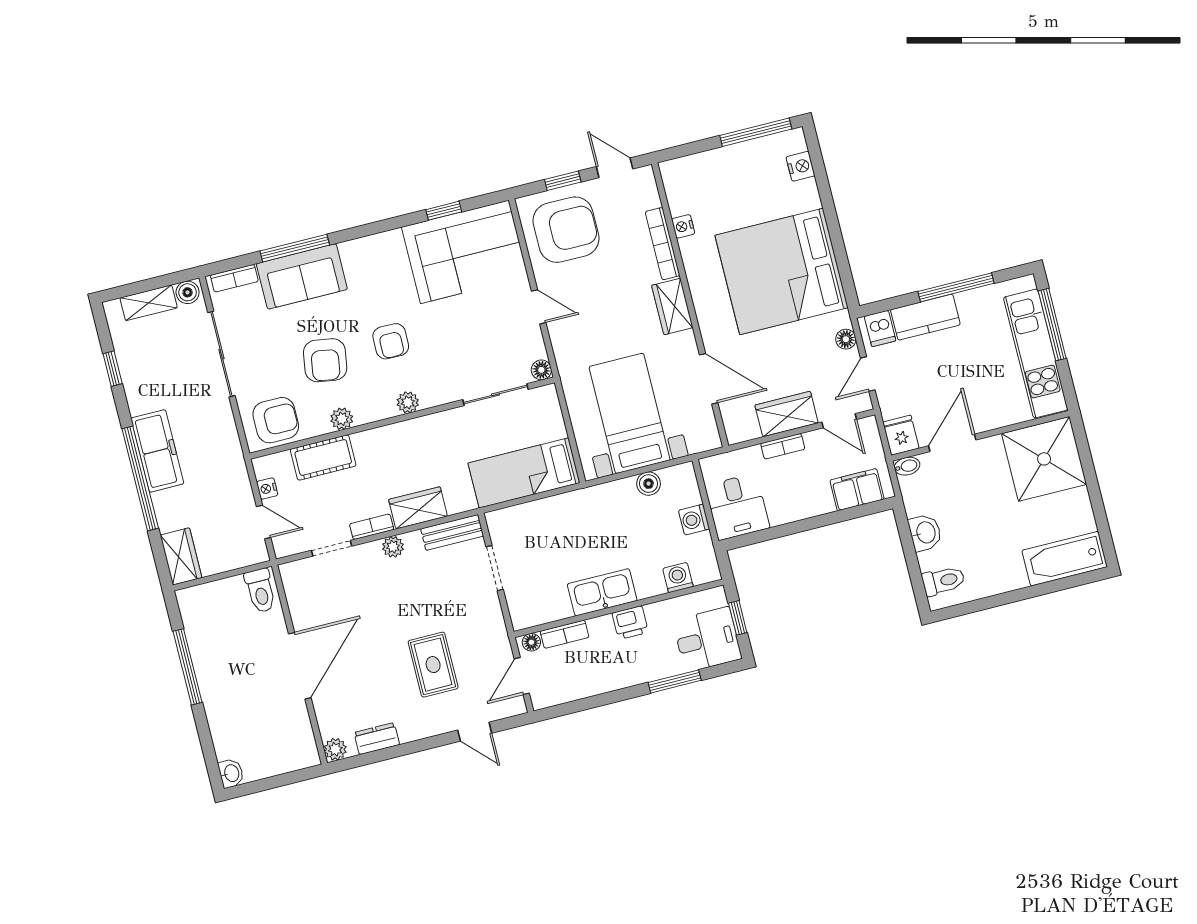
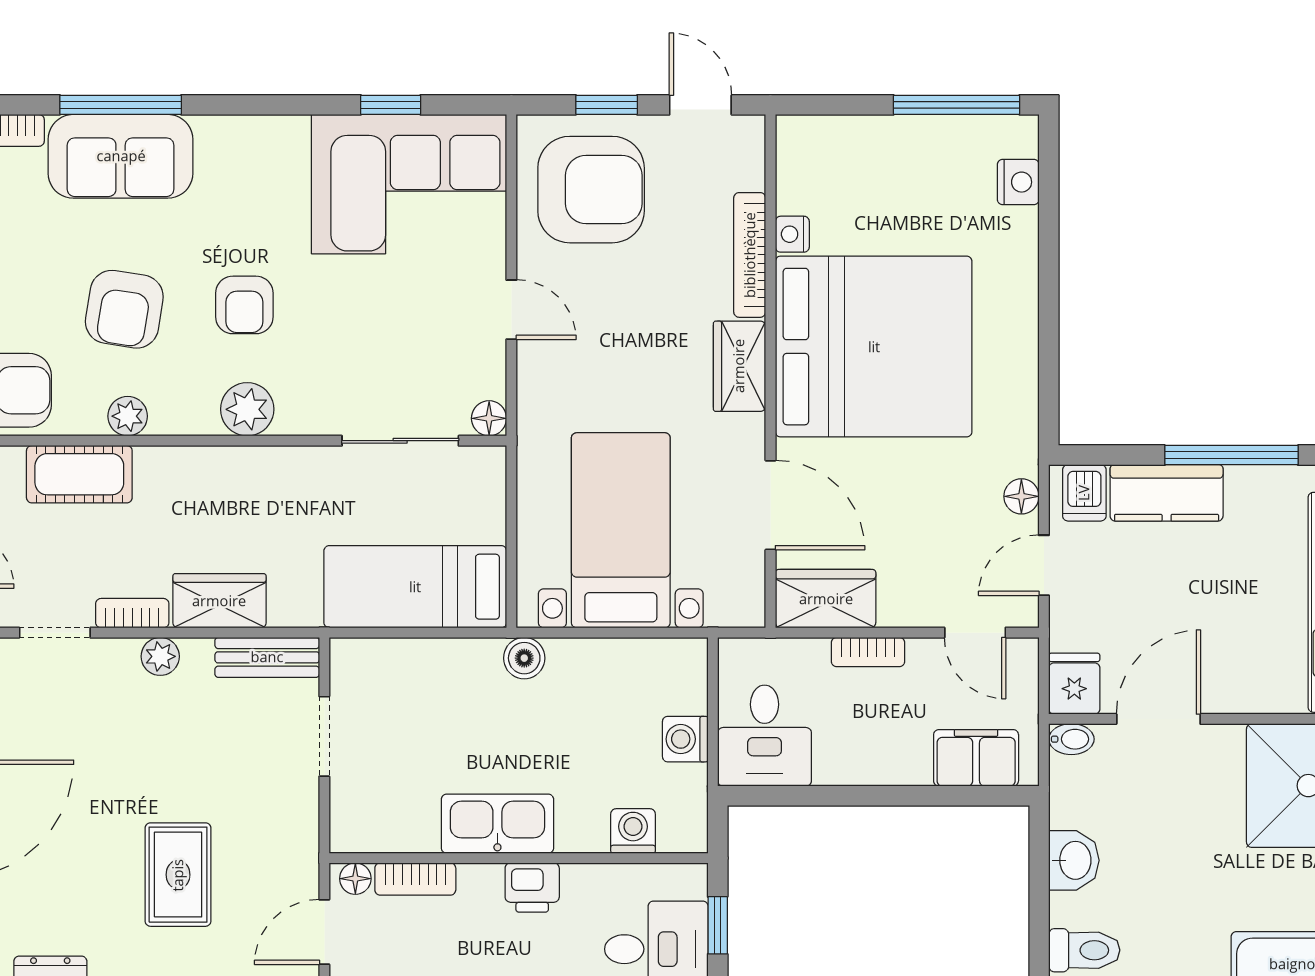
bed: (782, 271) -> (874, 347), moved, turned 180
plant: (408, 402) -> (247, 409), width x1.38, depth x1.38
wardrobe: (787, 414) -> (826, 599), moved
boiler: (649, 484) -> (524, 658), moved

